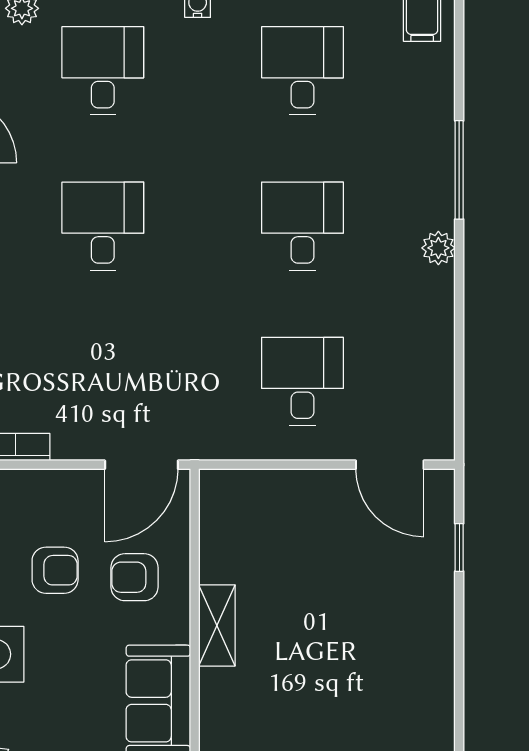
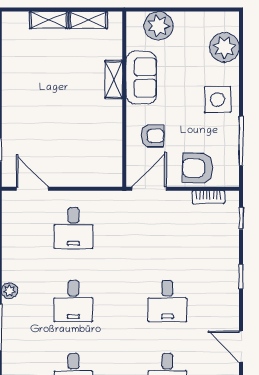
armchair: (55, 570) -> (198, 168), moved, width x1.38, depth x1.38
shelving: (217, 625) -> (114, 79), moved

